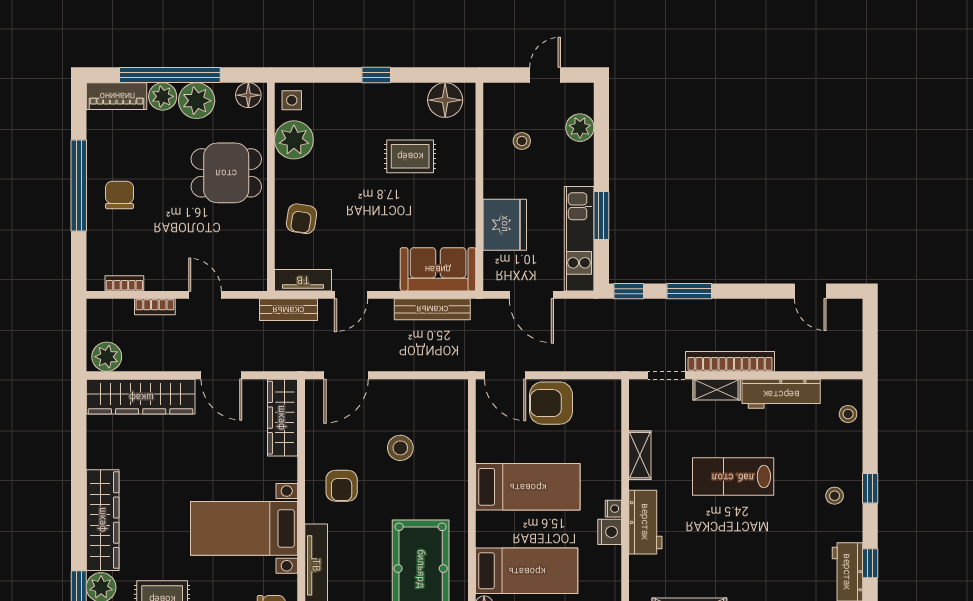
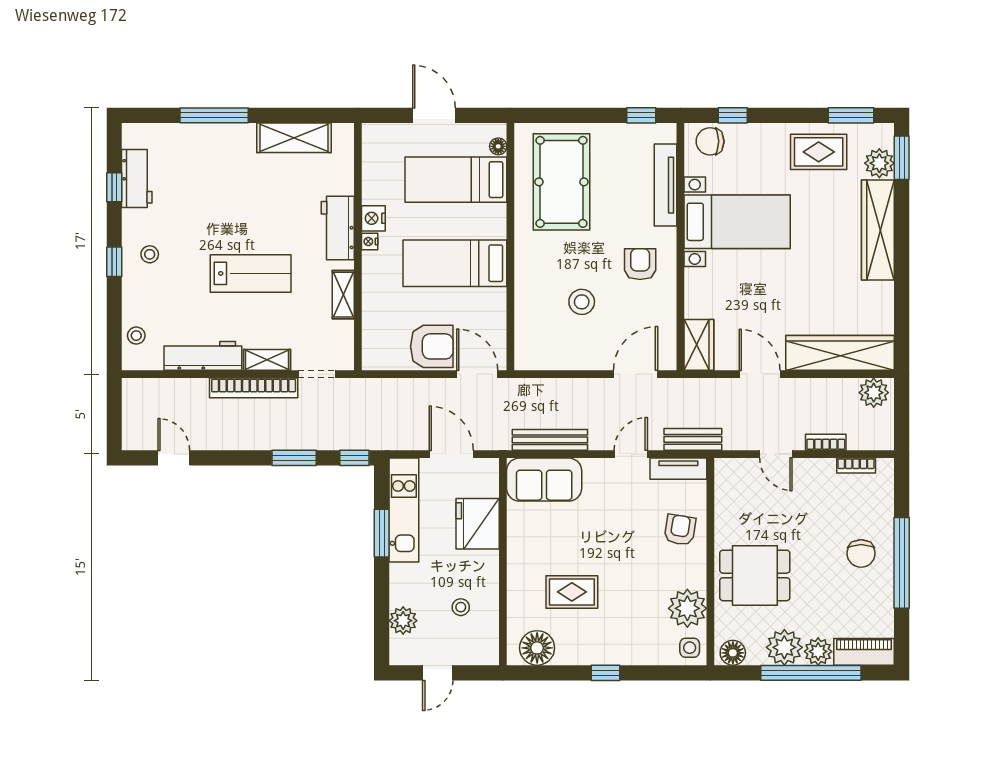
wardrobe: (282, 418) -> (699, 345), width x0.67

